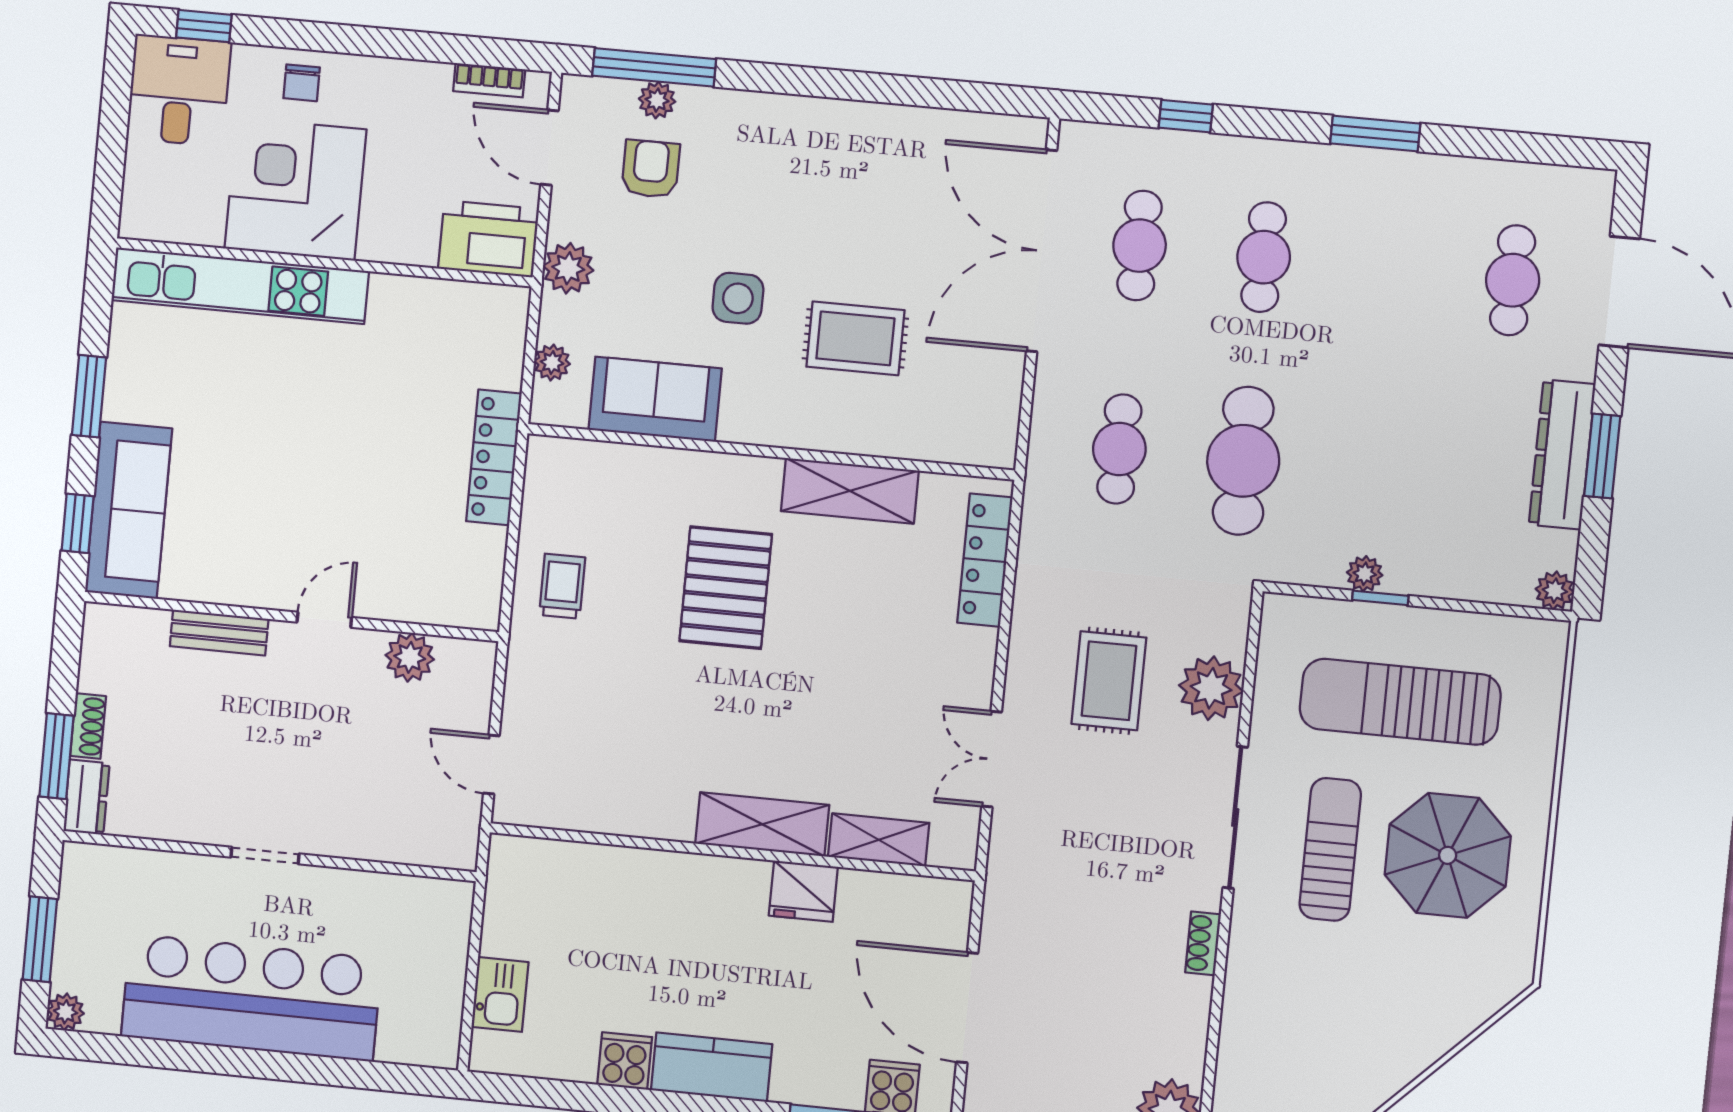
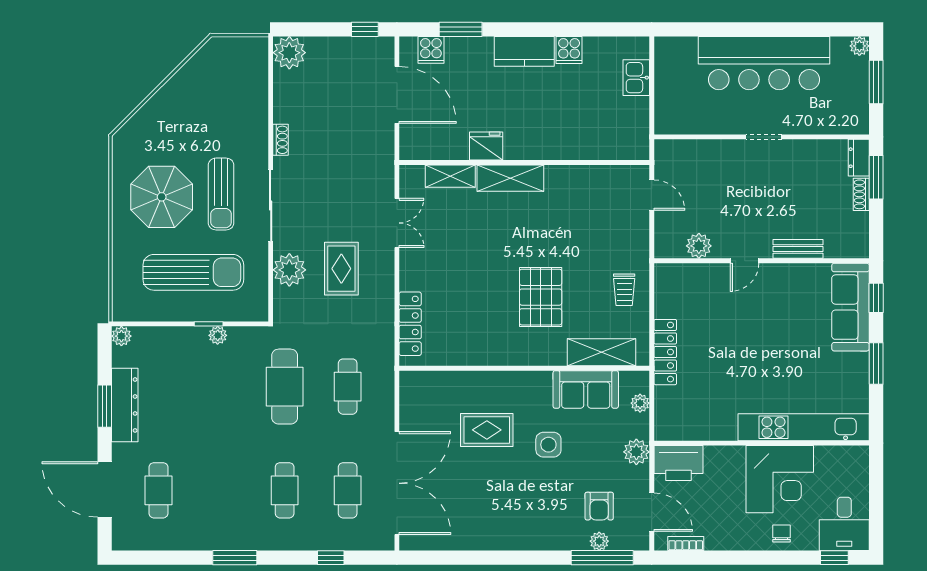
shelving: (850, 491) -> (602, 352), moved

